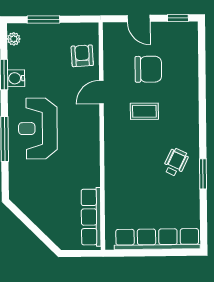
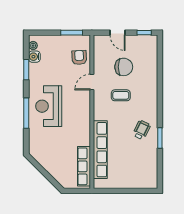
window: (43, 19) -> (72, 33), moved
water cooler: (16, 78) -> (34, 57), moved
row of seats: (157, 239) -> (100, 150), moved, turned 90

